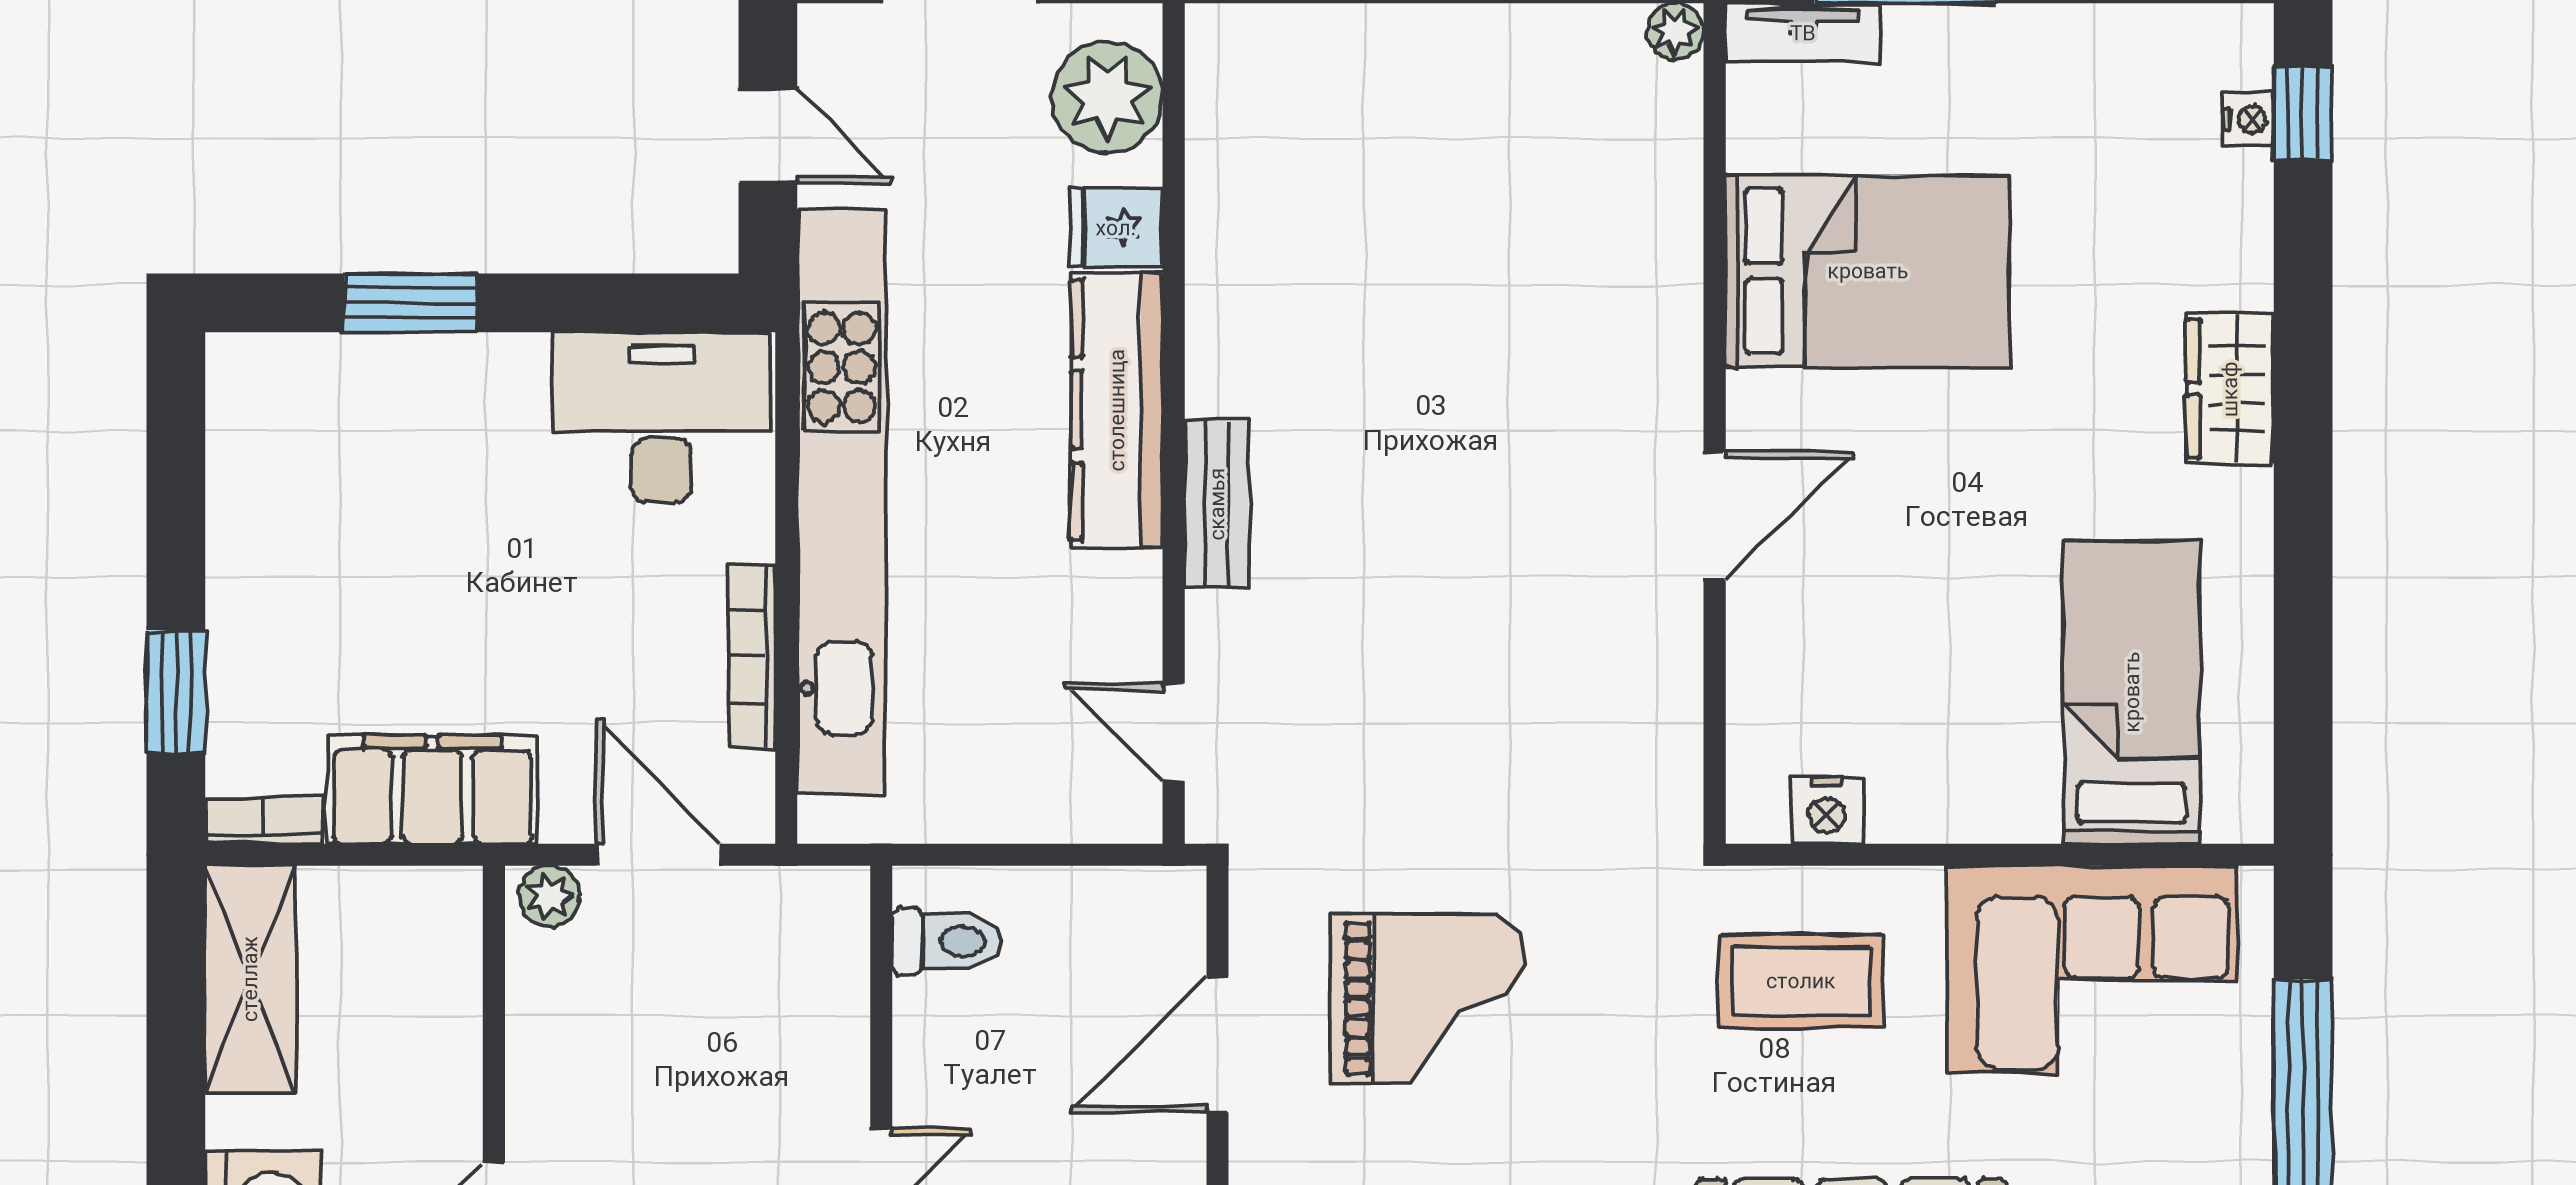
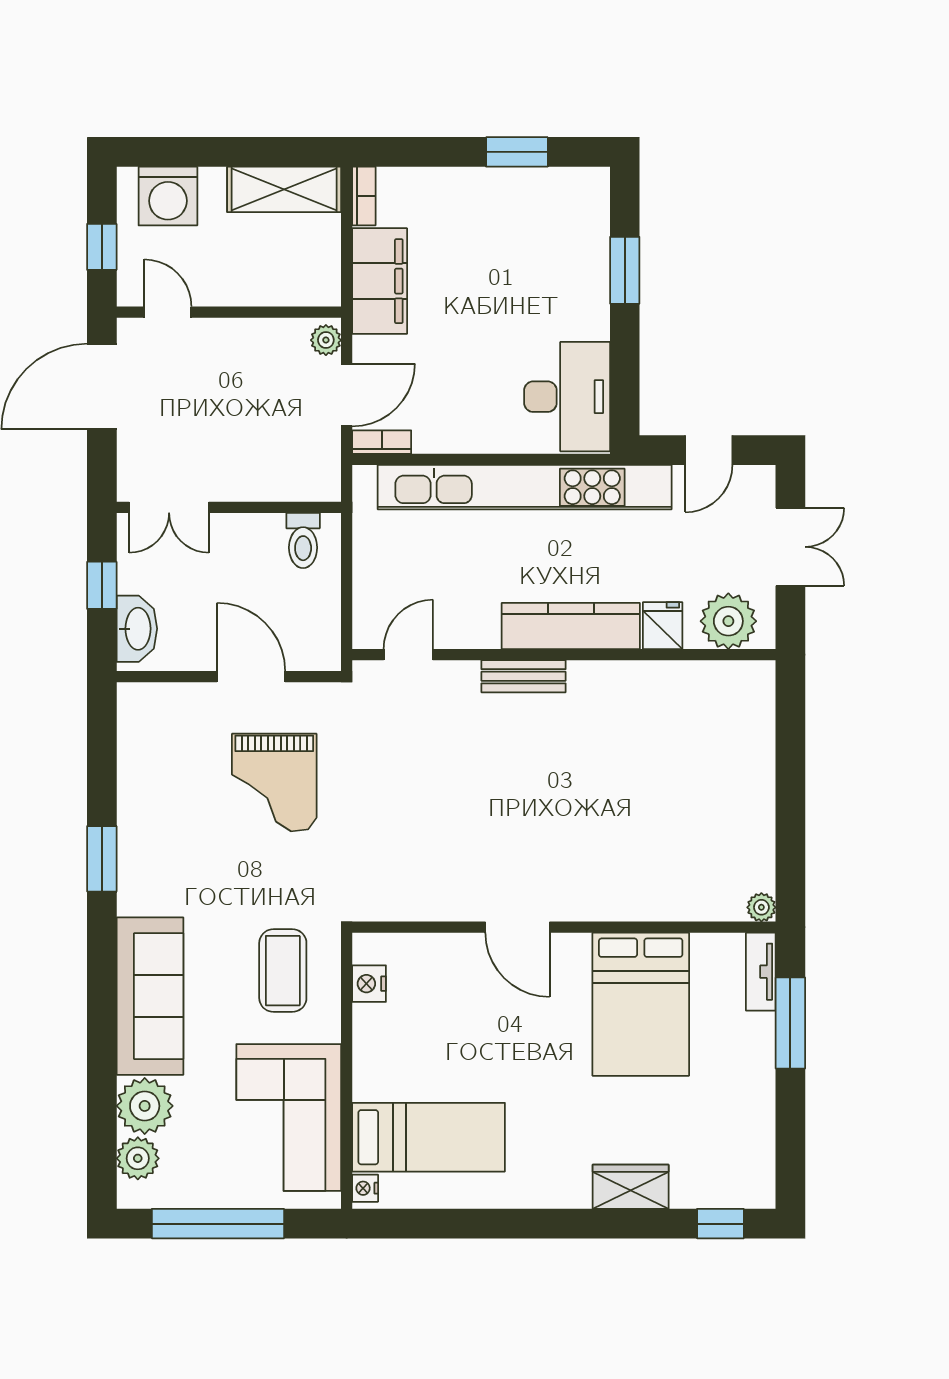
nightstand: (2248, 119) -> (365, 1188), moved, turned 90
wardrobe: (2230, 389) -> (631, 1187), moved
bookcase: (752, 656) -> (382, 442), moved, width x0.64
window: (176, 692) -> (517, 152), moved

